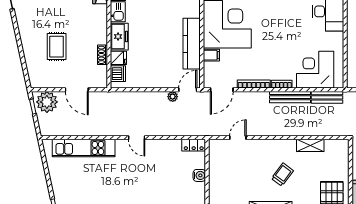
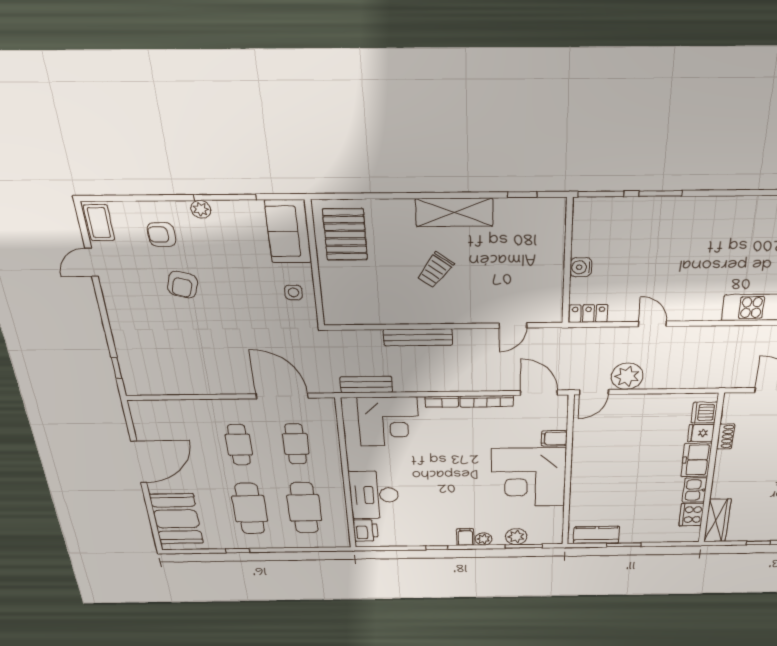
kitchen counter: (192, 44) -> (585, 453), removed
door: (222, 90) -> (539, 393), hinge flipped
plant: (173, 97) -> (627, 376), width x1.88, depth x1.88
bench: (290, 97) -> (418, 337), moved
door: (137, 138) -> (652, 324), moved
shelving: (310, 145) -> (389, 315), removed

